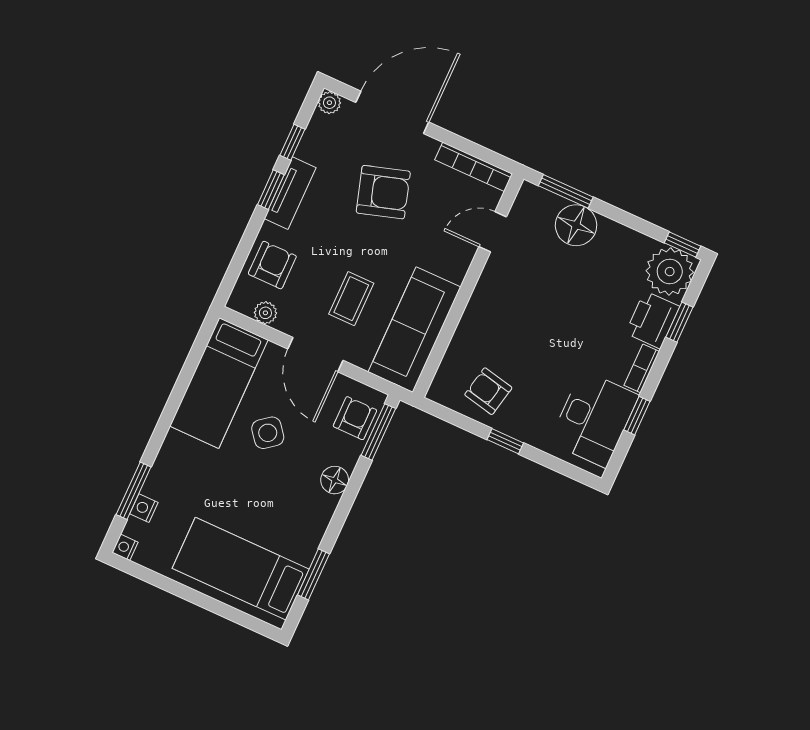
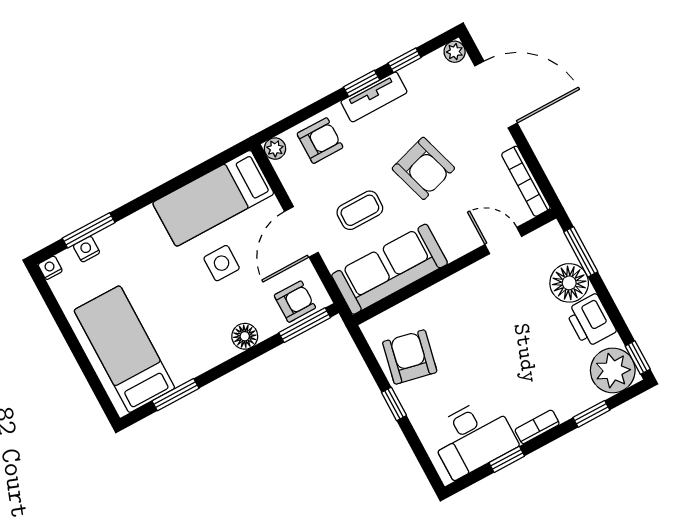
armchair: (383, 192) -> (423, 168), moved
plant: (265, 313) -> (275, 149), moved
printer: (653, 320) -> (591, 321), moved, turned -90
armchair: (488, 391) -> (410, 357), width x1.38, depth x1.38
side table: (268, 433) -> (222, 263), turned 38

